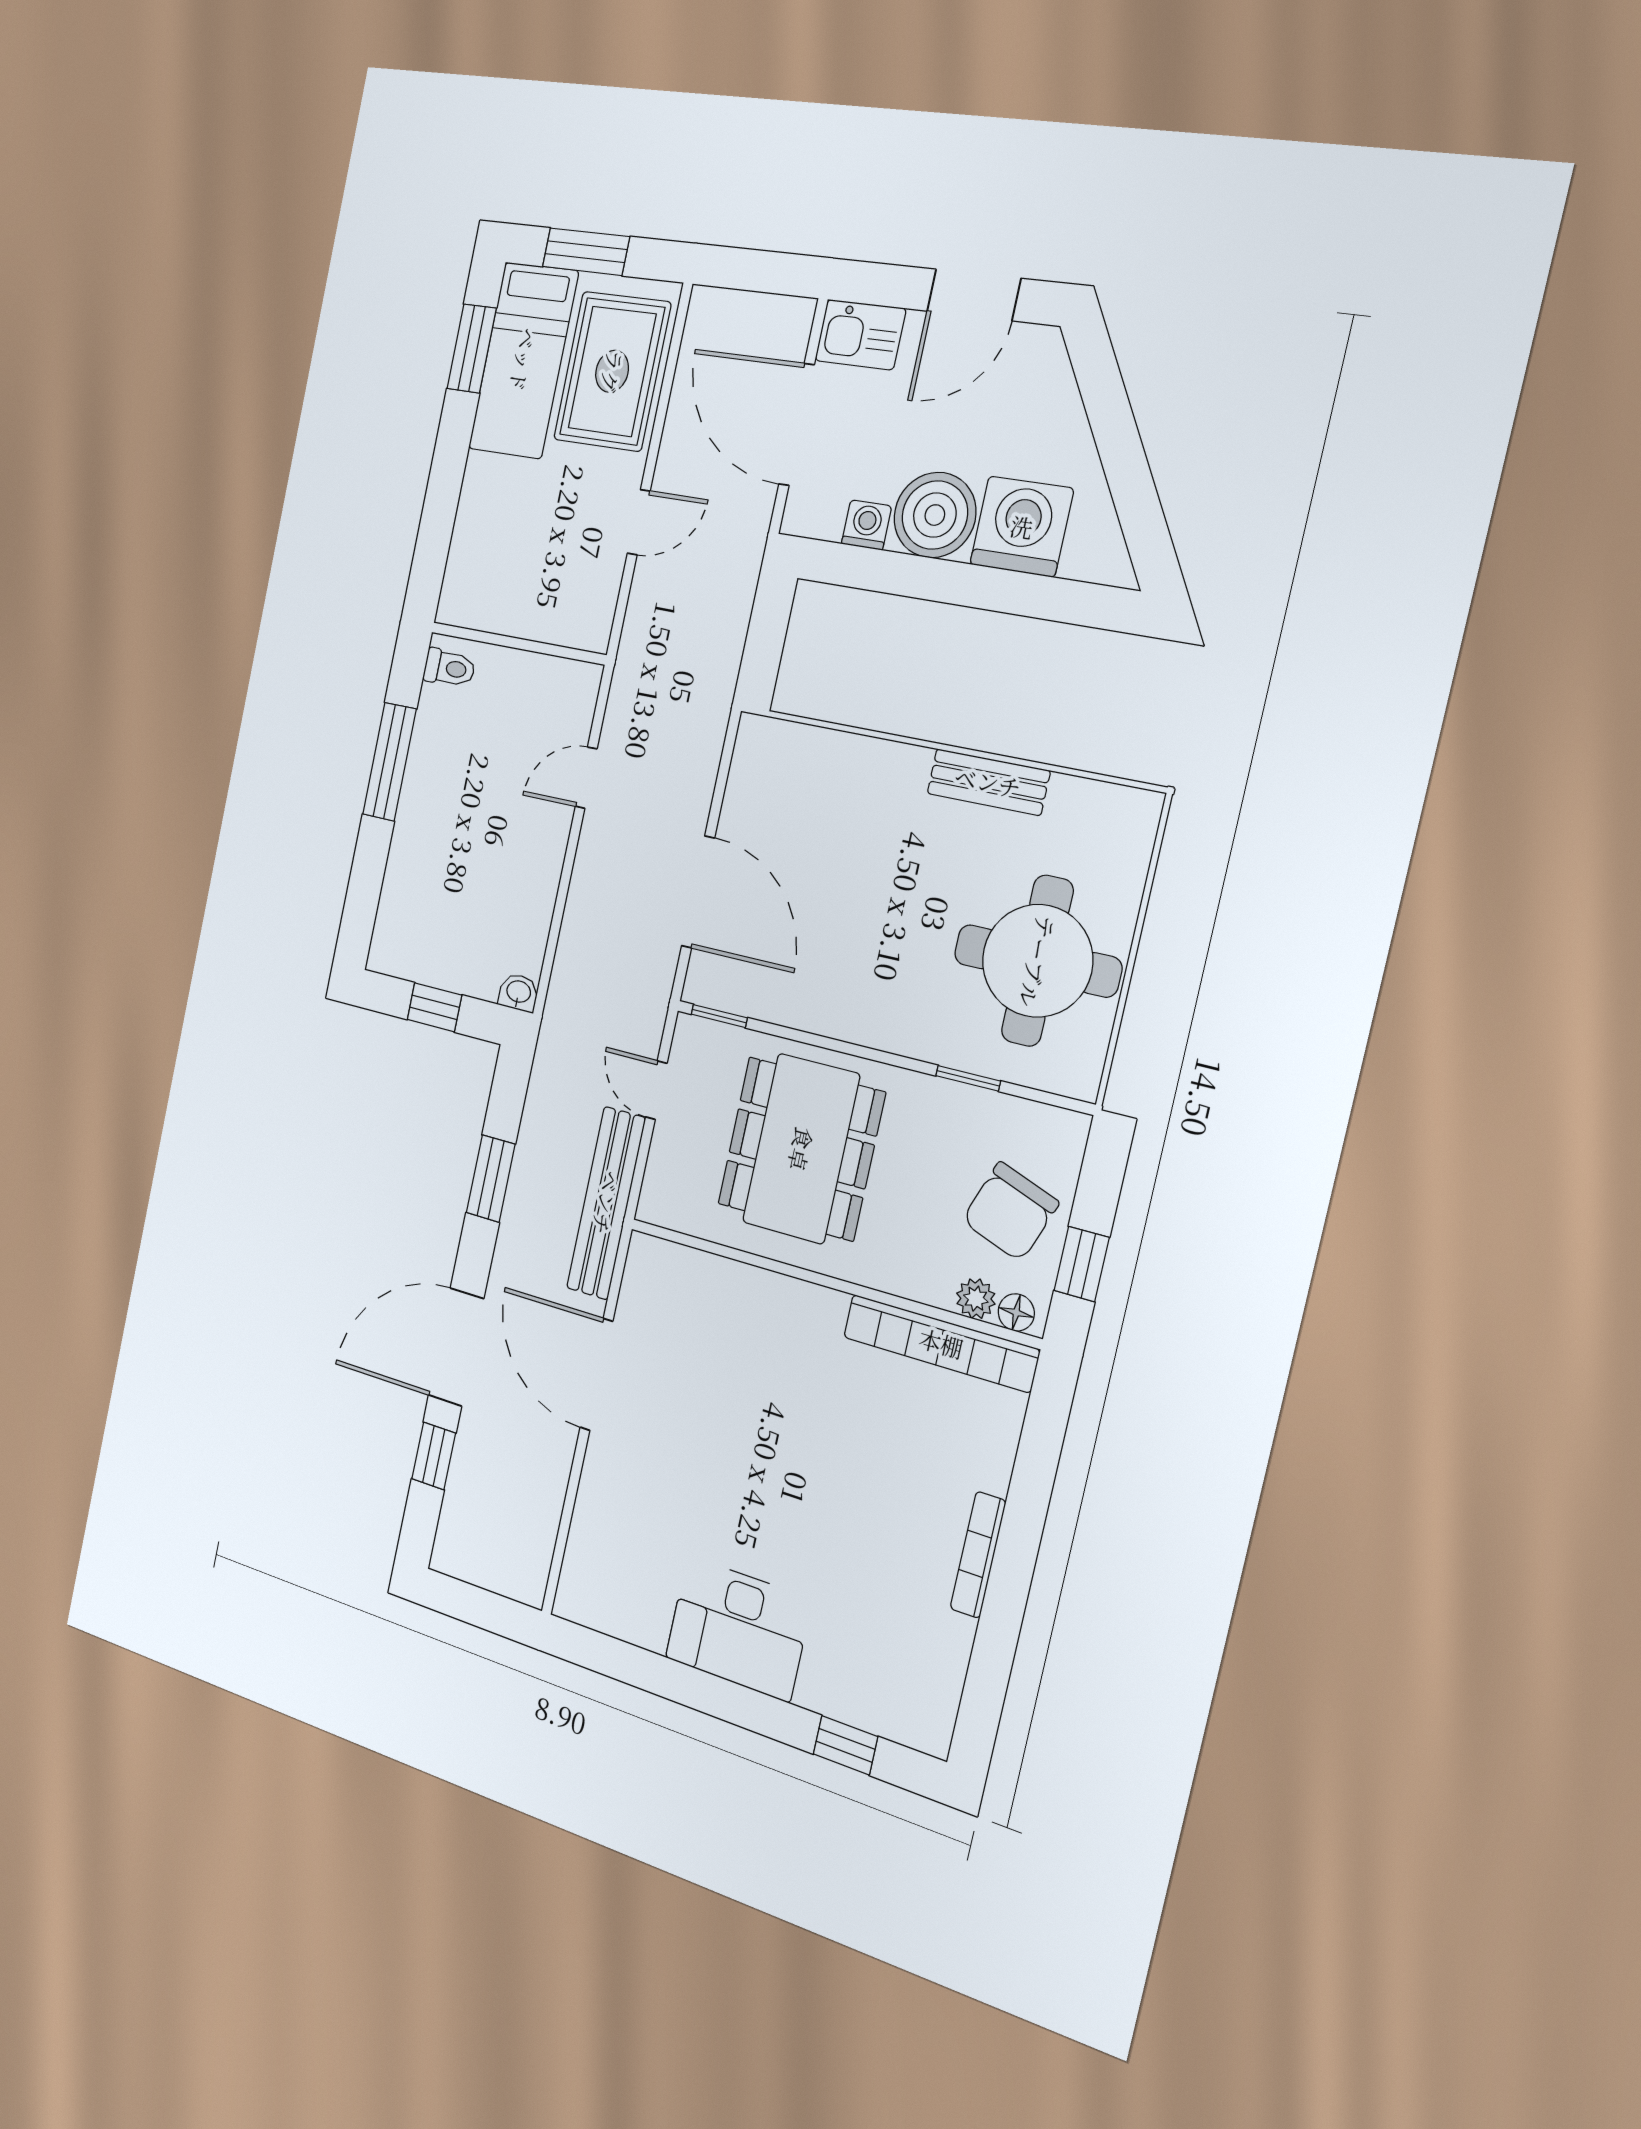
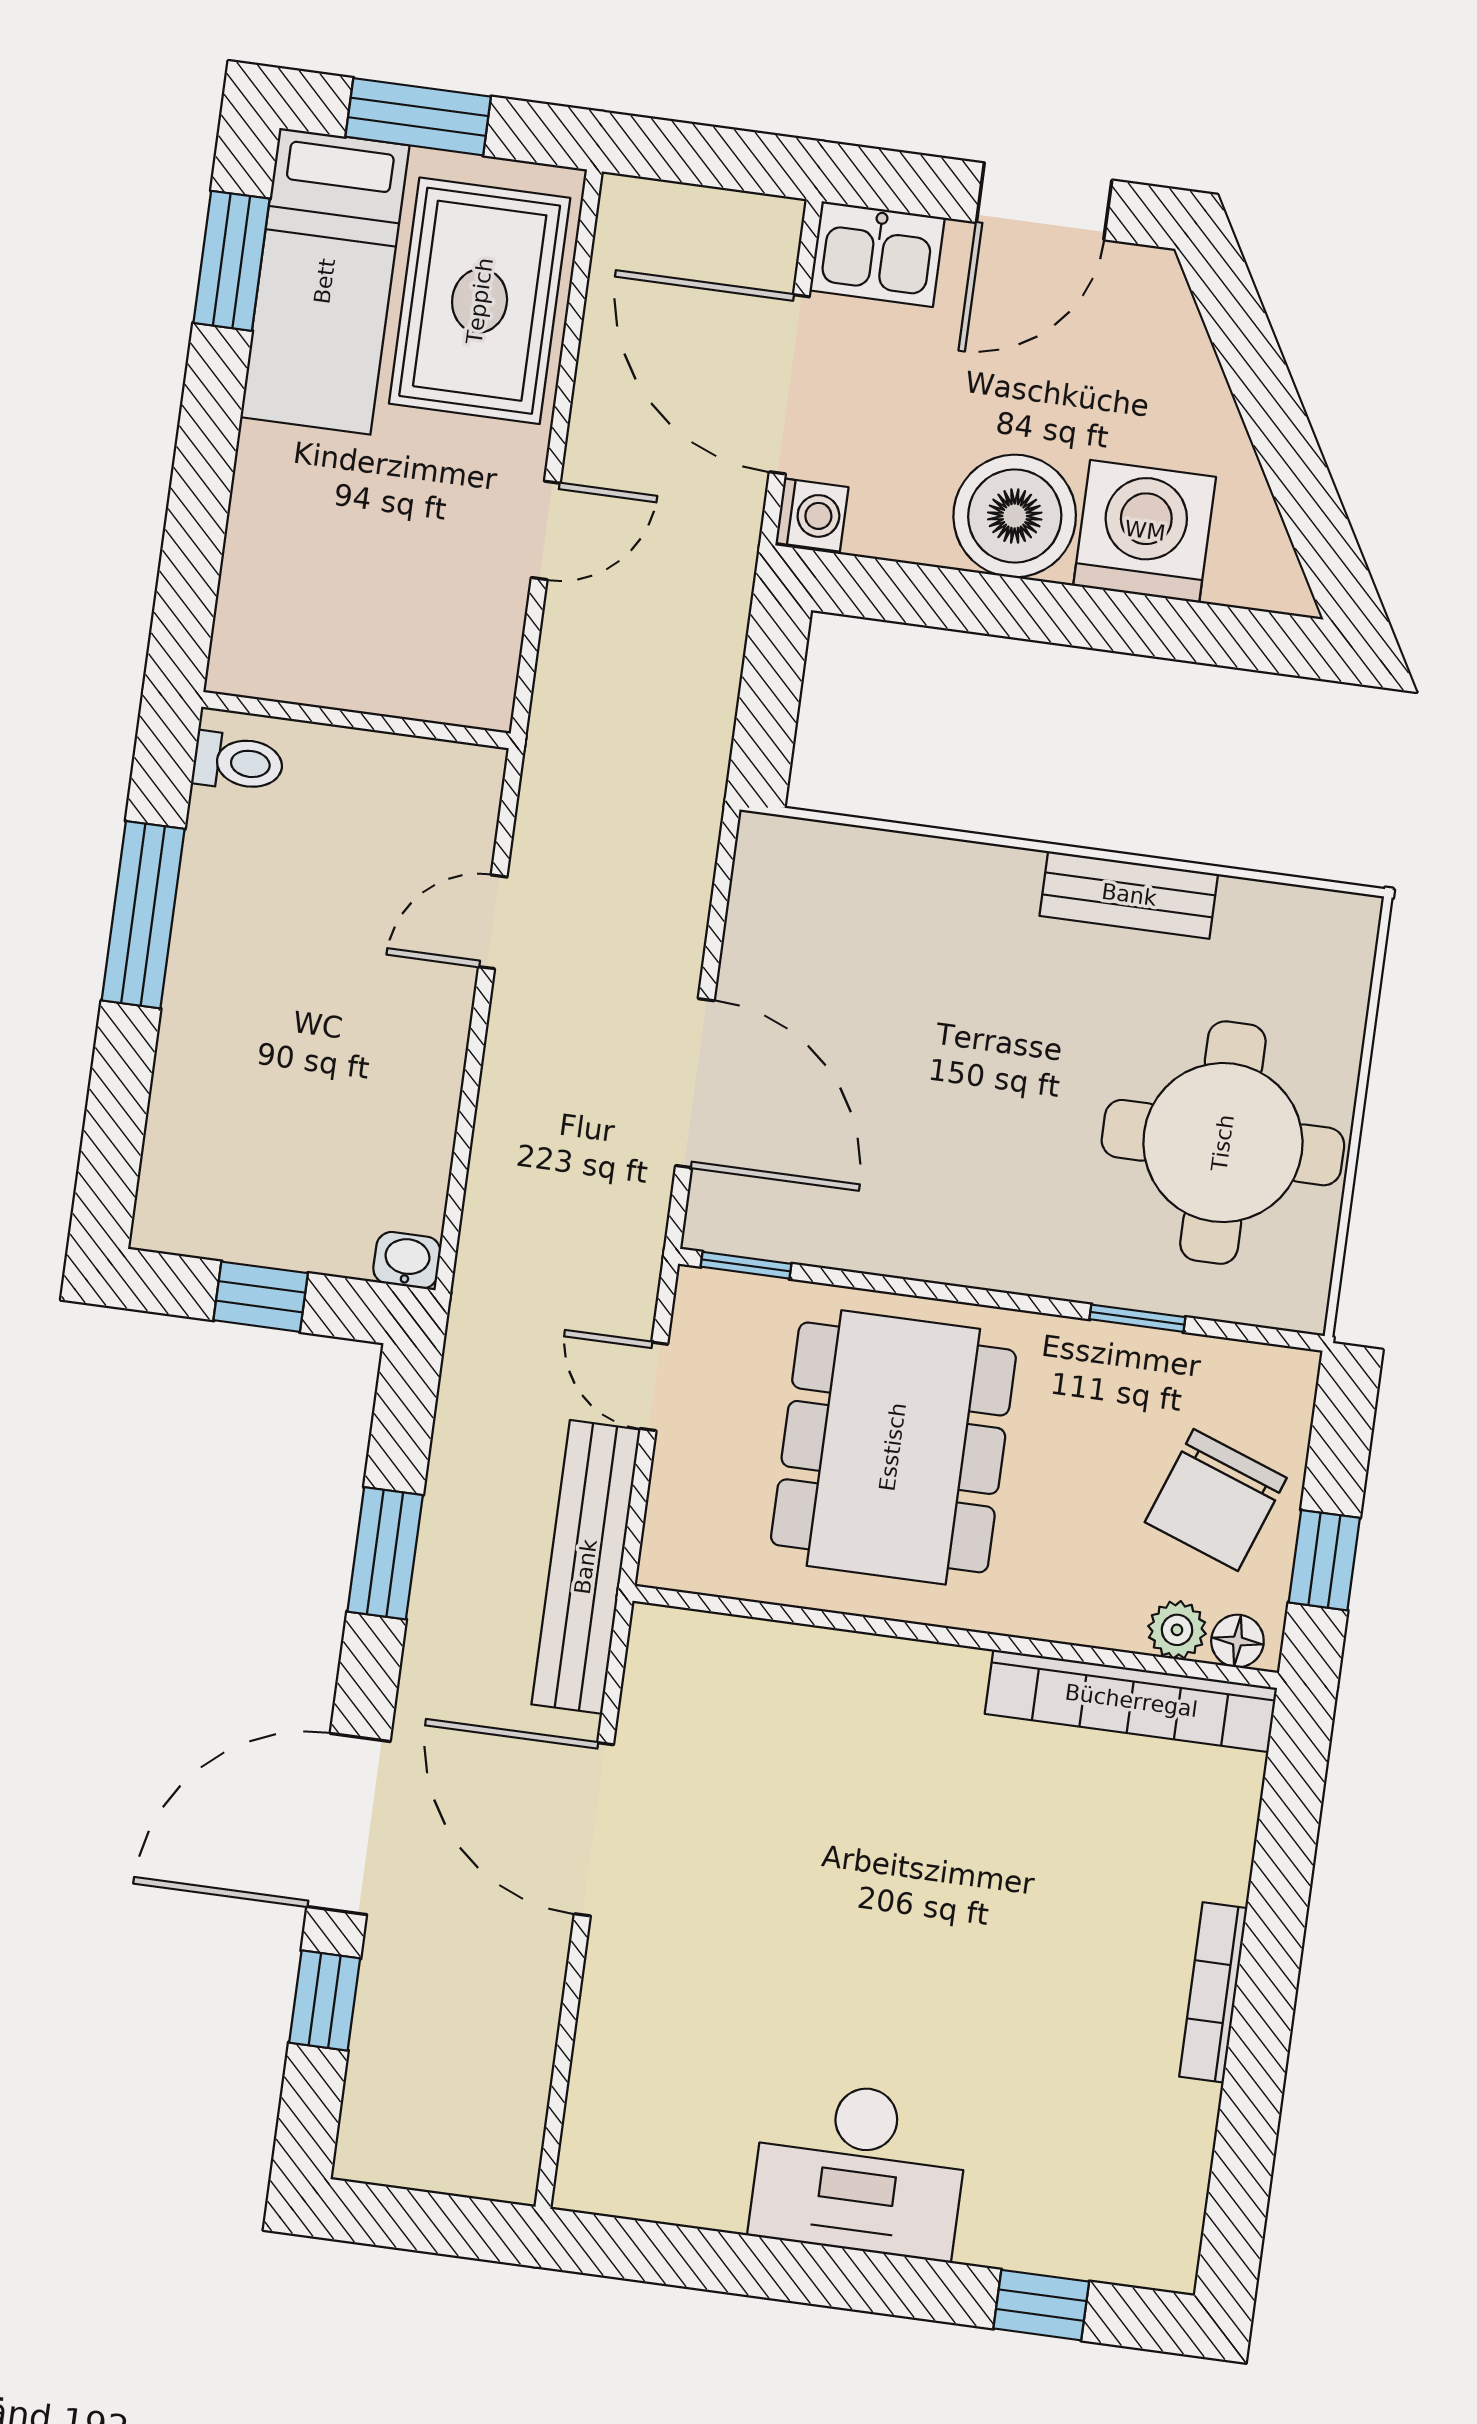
washing machine: (867, 525) -> (812, 515), moved, turned 90

